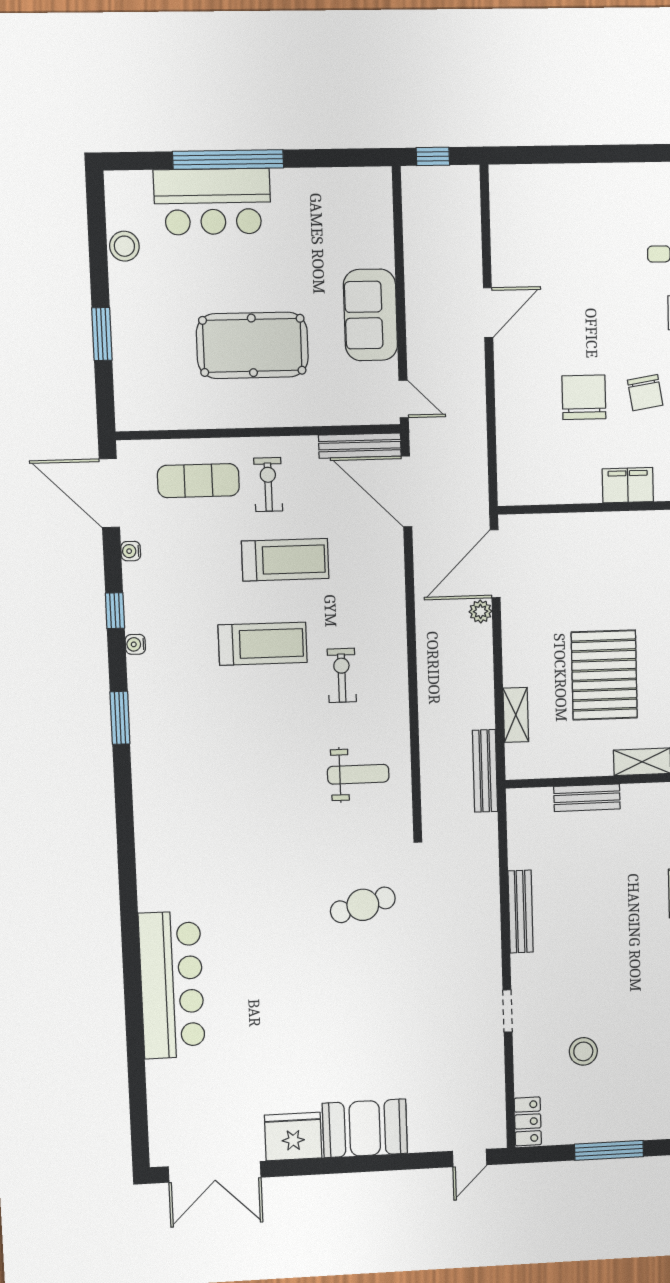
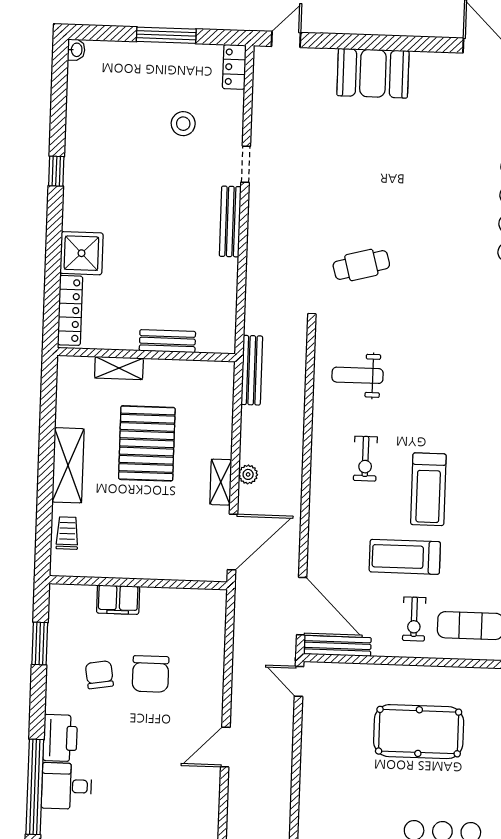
sofa: (370, 315) -> (321, 751), removed
plant: (481, 611) -> (248, 474), moved
treadmill: (263, 644) -> (428, 489), turned -90
shelving: (516, 715) -> (221, 482), moved
bench: (521, 912) -> (230, 221), moved
fridge: (293, 1137) -> (434, 72), removed

